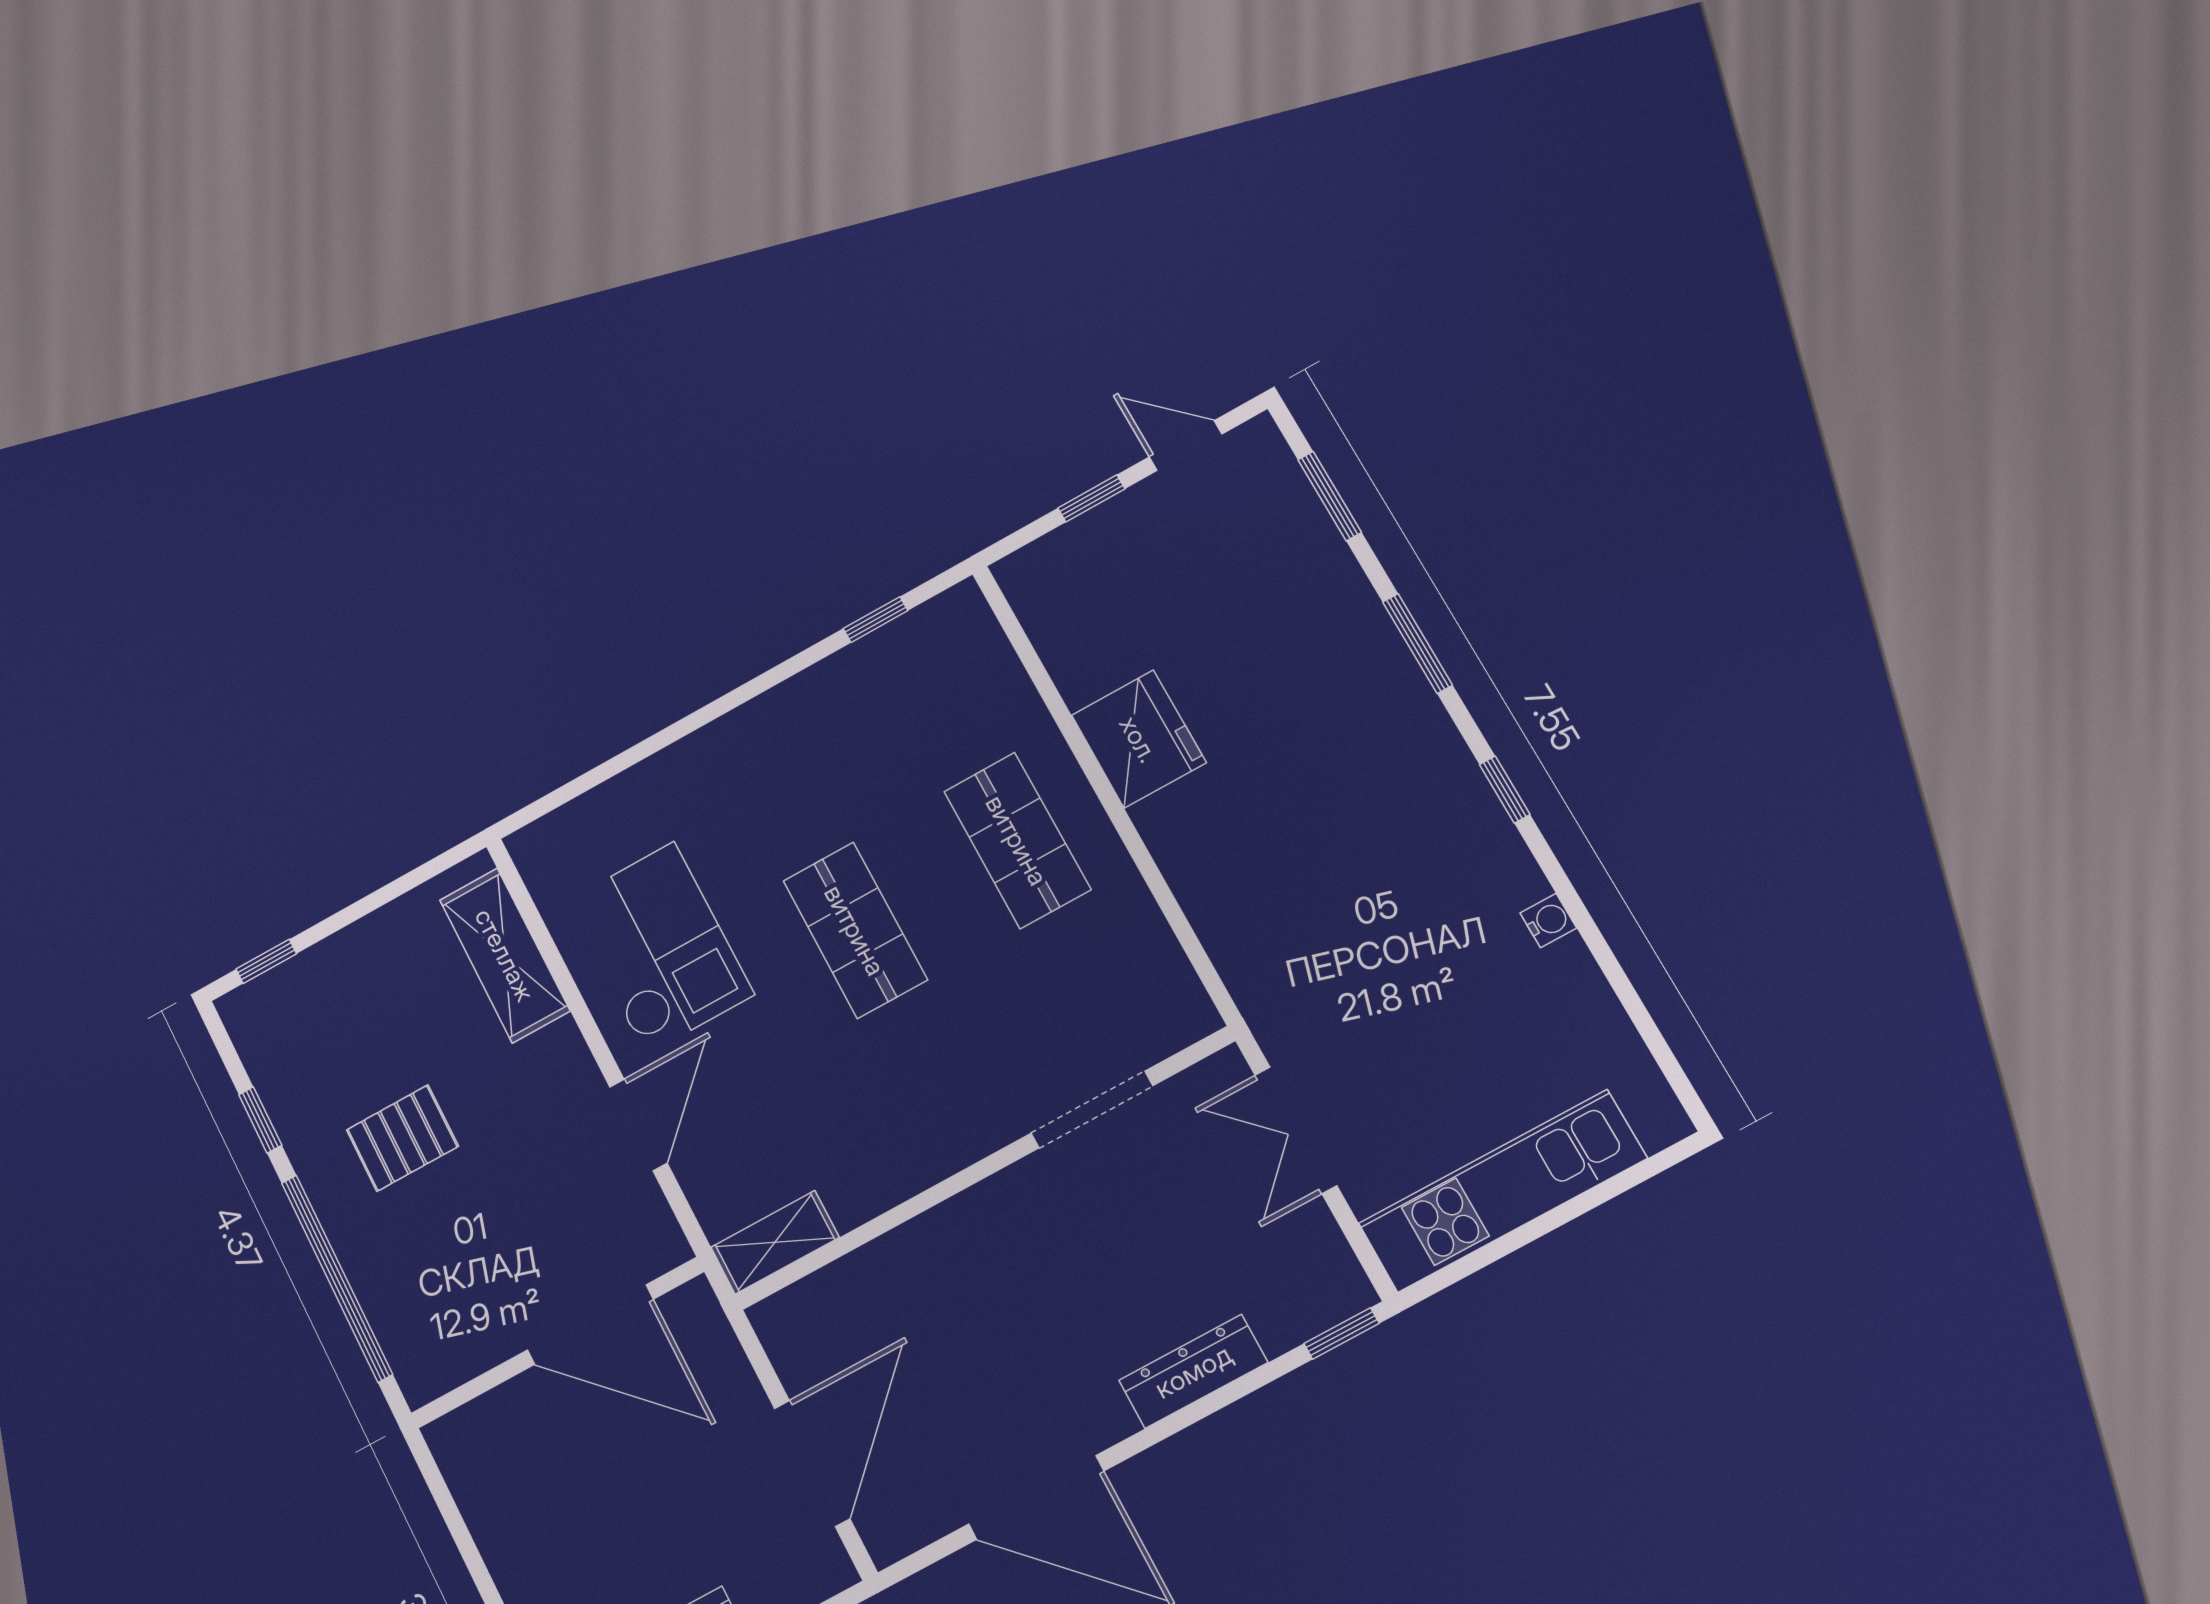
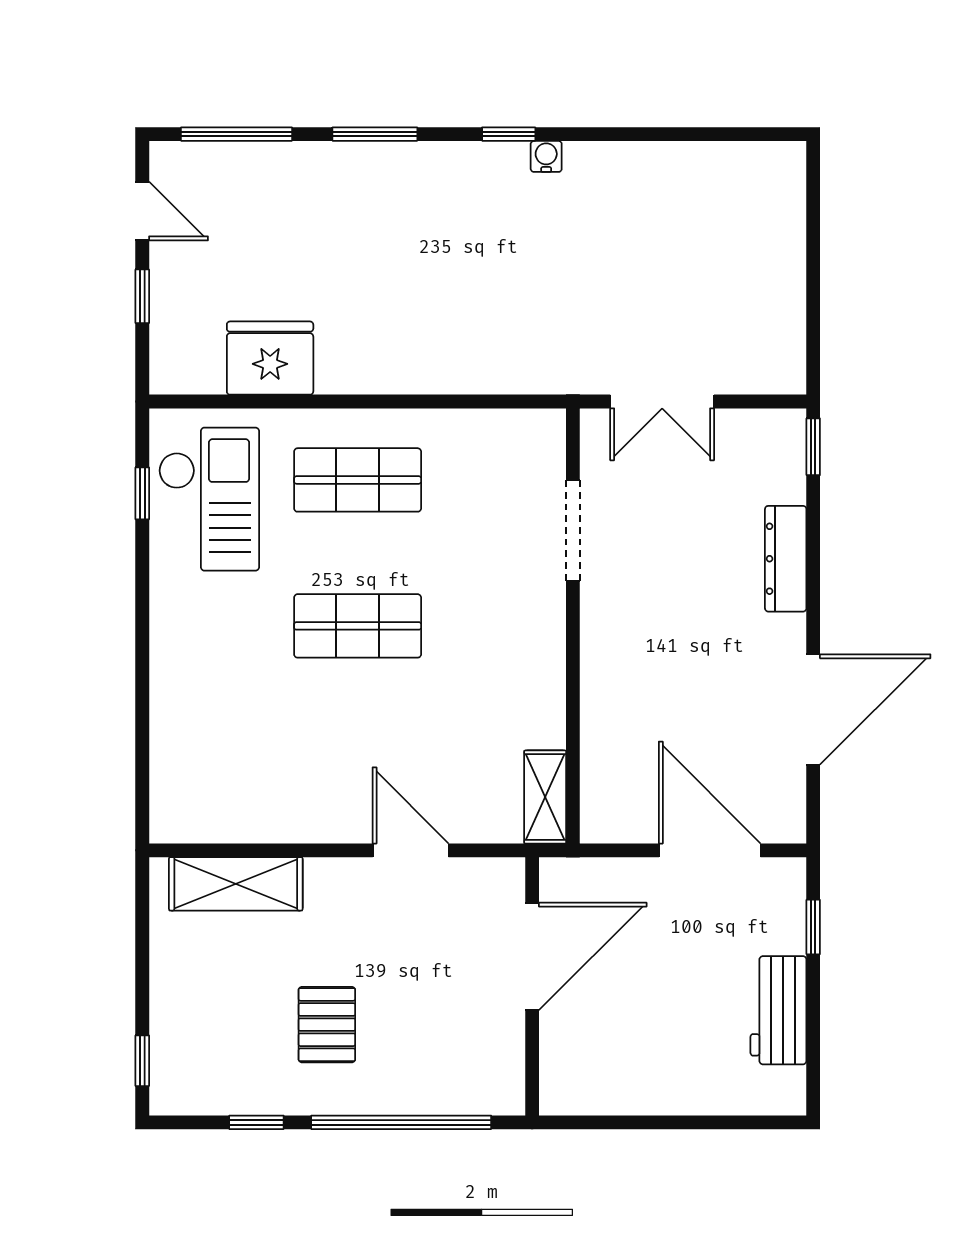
door: (1186, 446) -> (142, 211), swing flipped
window: (1330, 496) -> (236, 134), width x1.44
fridge: (1139, 739) -> (270, 358), moved
water cooler: (1548, 921) -> (546, 156), moved
checkout: (660, 948) -> (209, 499), moved, turned 90
kitchen unit: (1503, 1191) -> (777, 289), removed

